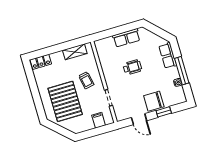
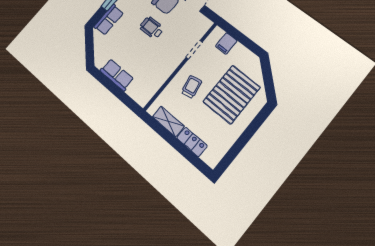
locker: (41, 62) -> (192, 142), moved
wheelchair: (132, 67) -> (152, 28), moved

